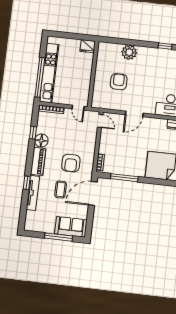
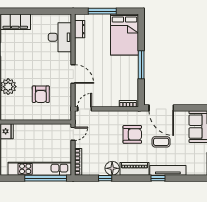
armchair: (119, 82) -> (41, 94), turned -90
window: (124, 178) -> (141, 65), moved

